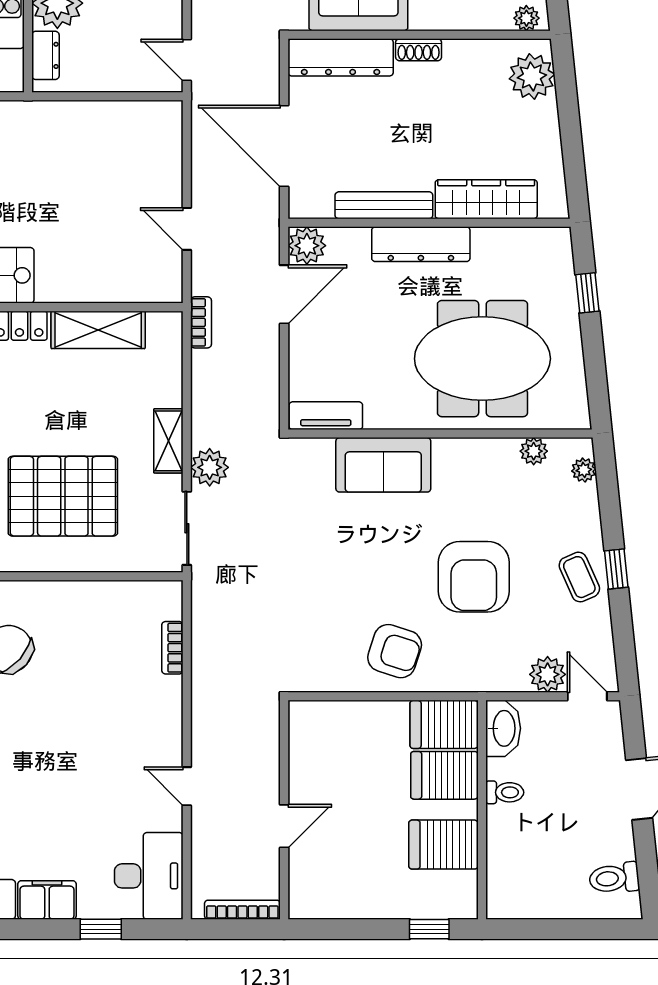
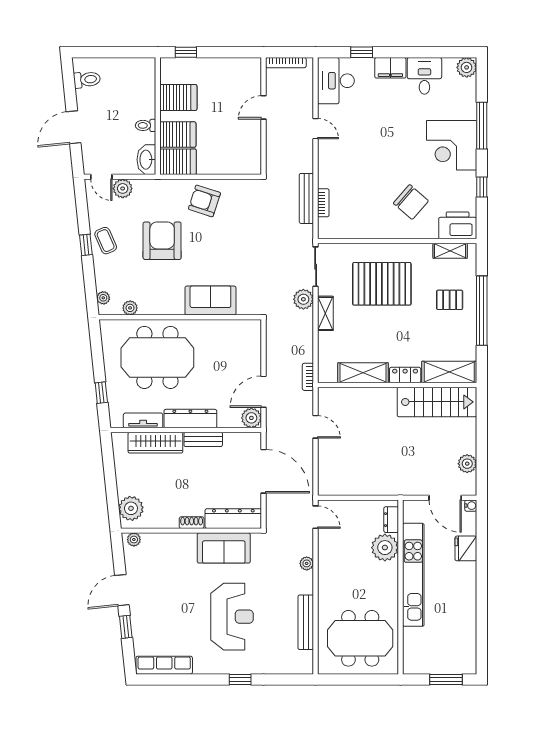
bench: (384, 205) -> (203, 439), width x0.73
tv unit: (326, 416) -> (143, 420), moved, turned 180
bench: (204, 656) -> (306, 198), added

